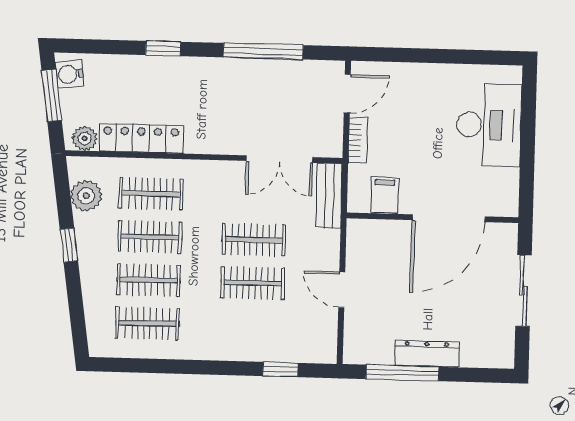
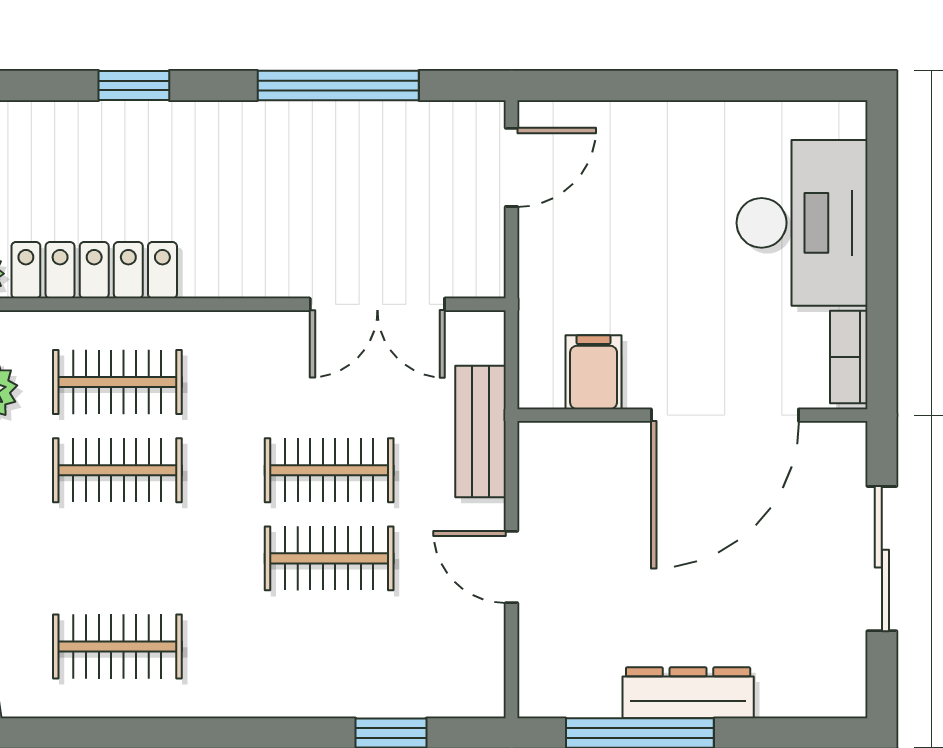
bookcase: (358, 140) -> (849, 357), moved, turned 180
bench: (329, 196) -> (480, 432), moved
clothes rail: (149, 280) -> (117, 558), removed

